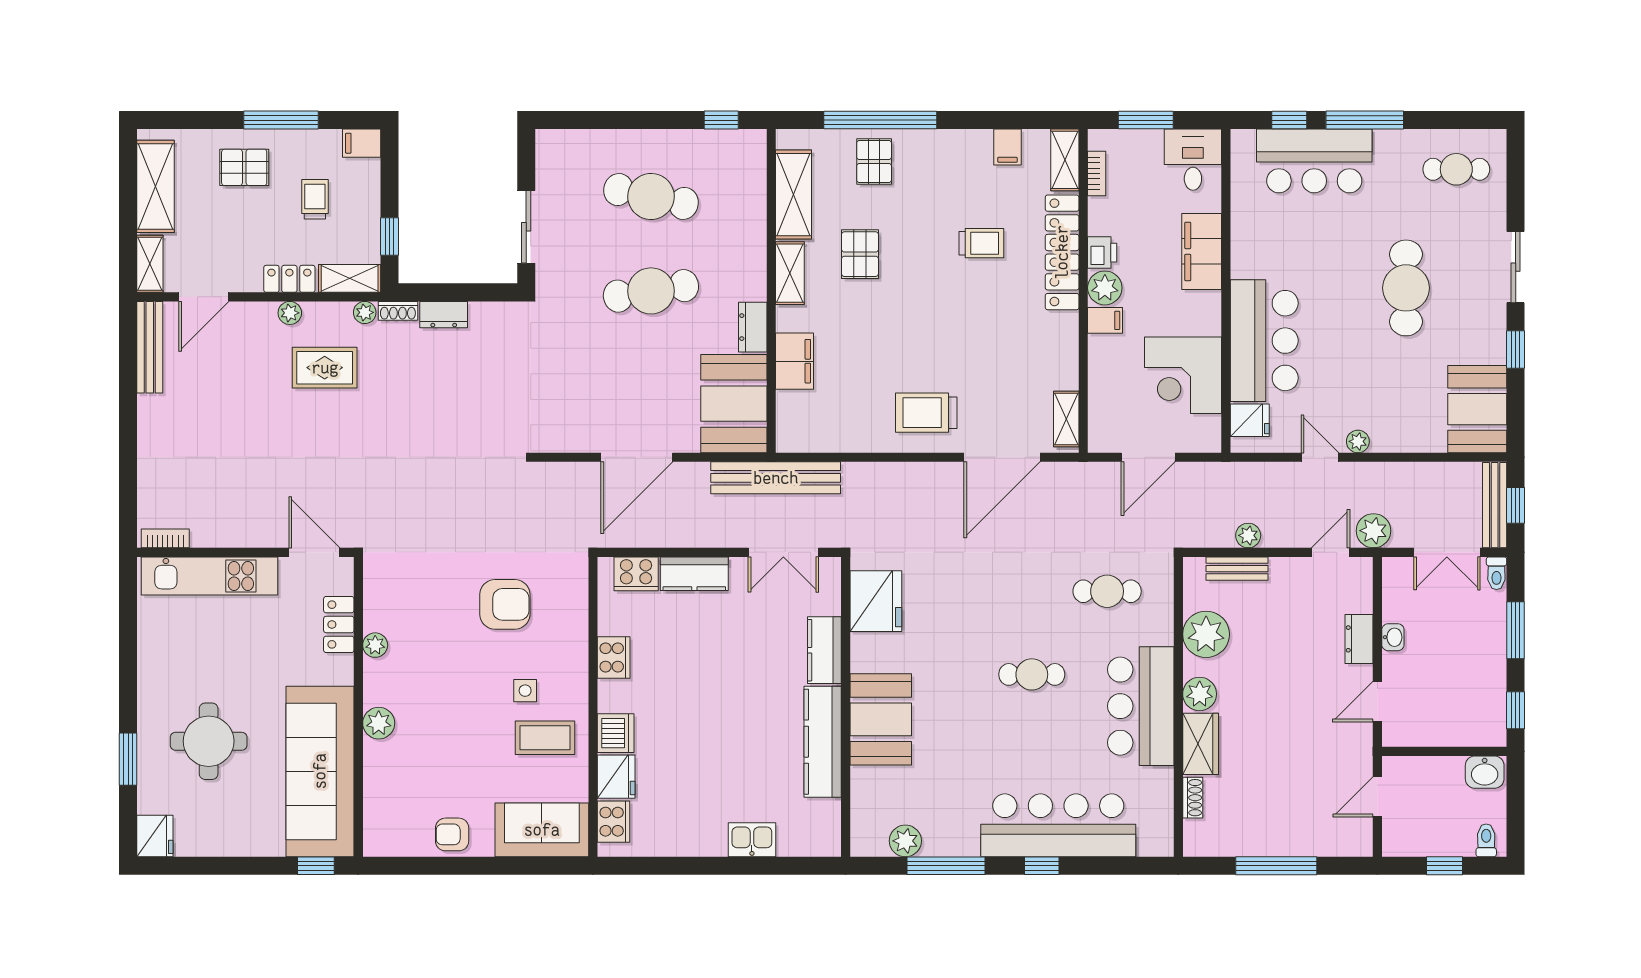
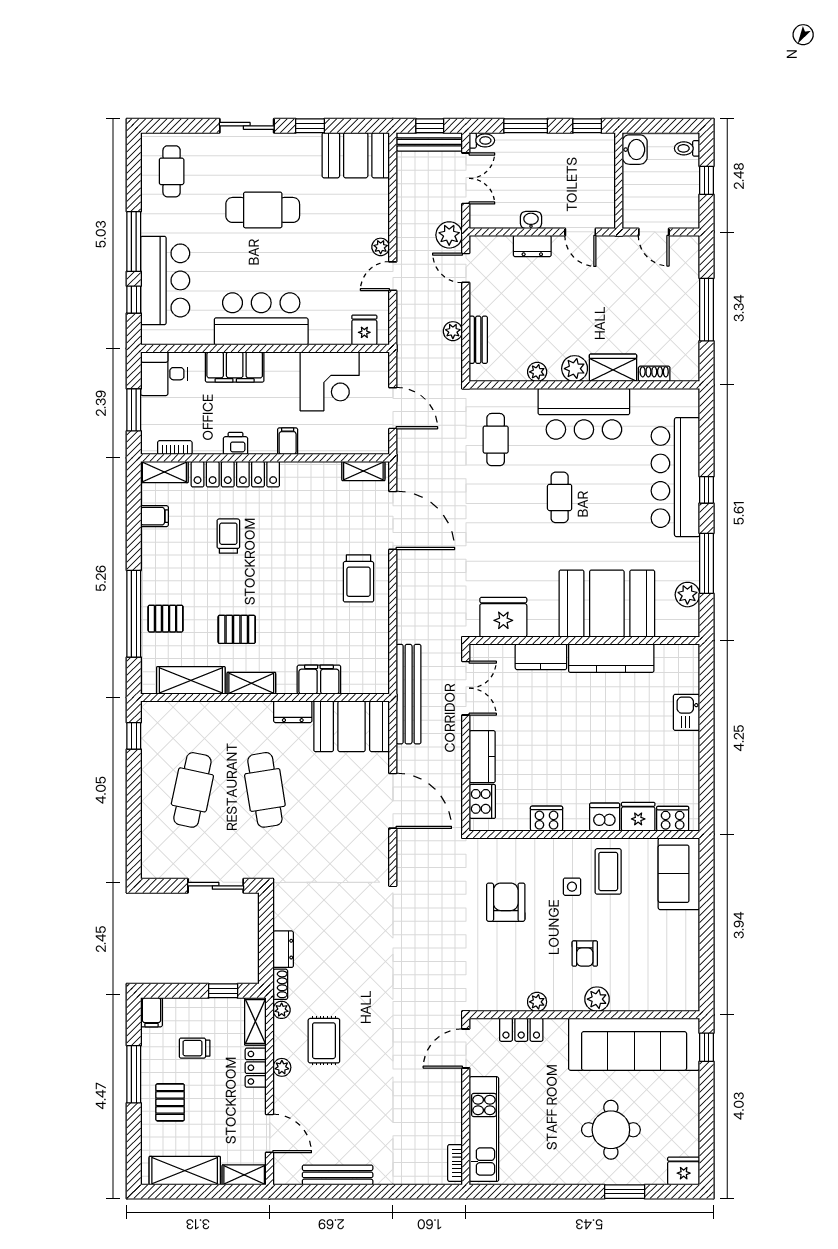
plant: (1105, 288) -> (263, 441), removed
bar counter: (1264, 341) -> (261, 319), moved
bench: (150, 347) -> (338, 1175), moved
plant: (1206, 634) -> (537, 372), width x0.53, depth x0.53
booth: (881, 719) -> (607, 604), width x1.36, depth x1.42
armchair: (452, 834) -> (585, 954), moved

